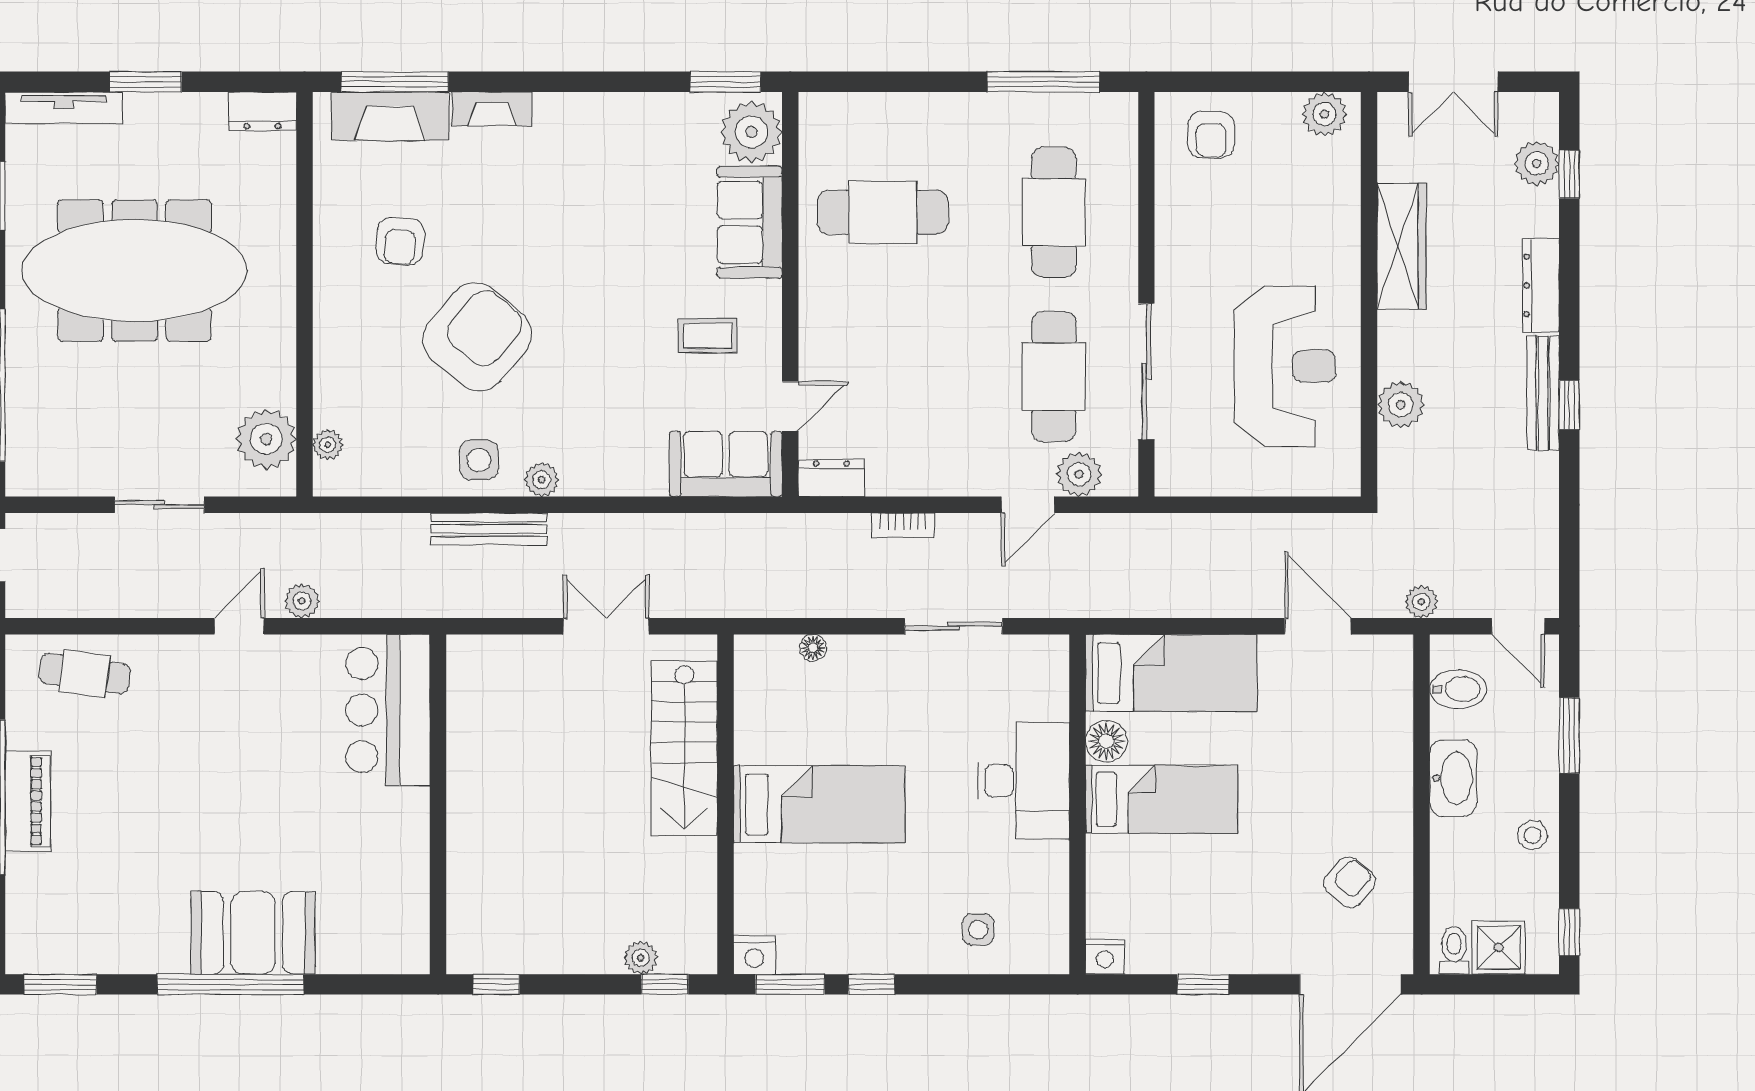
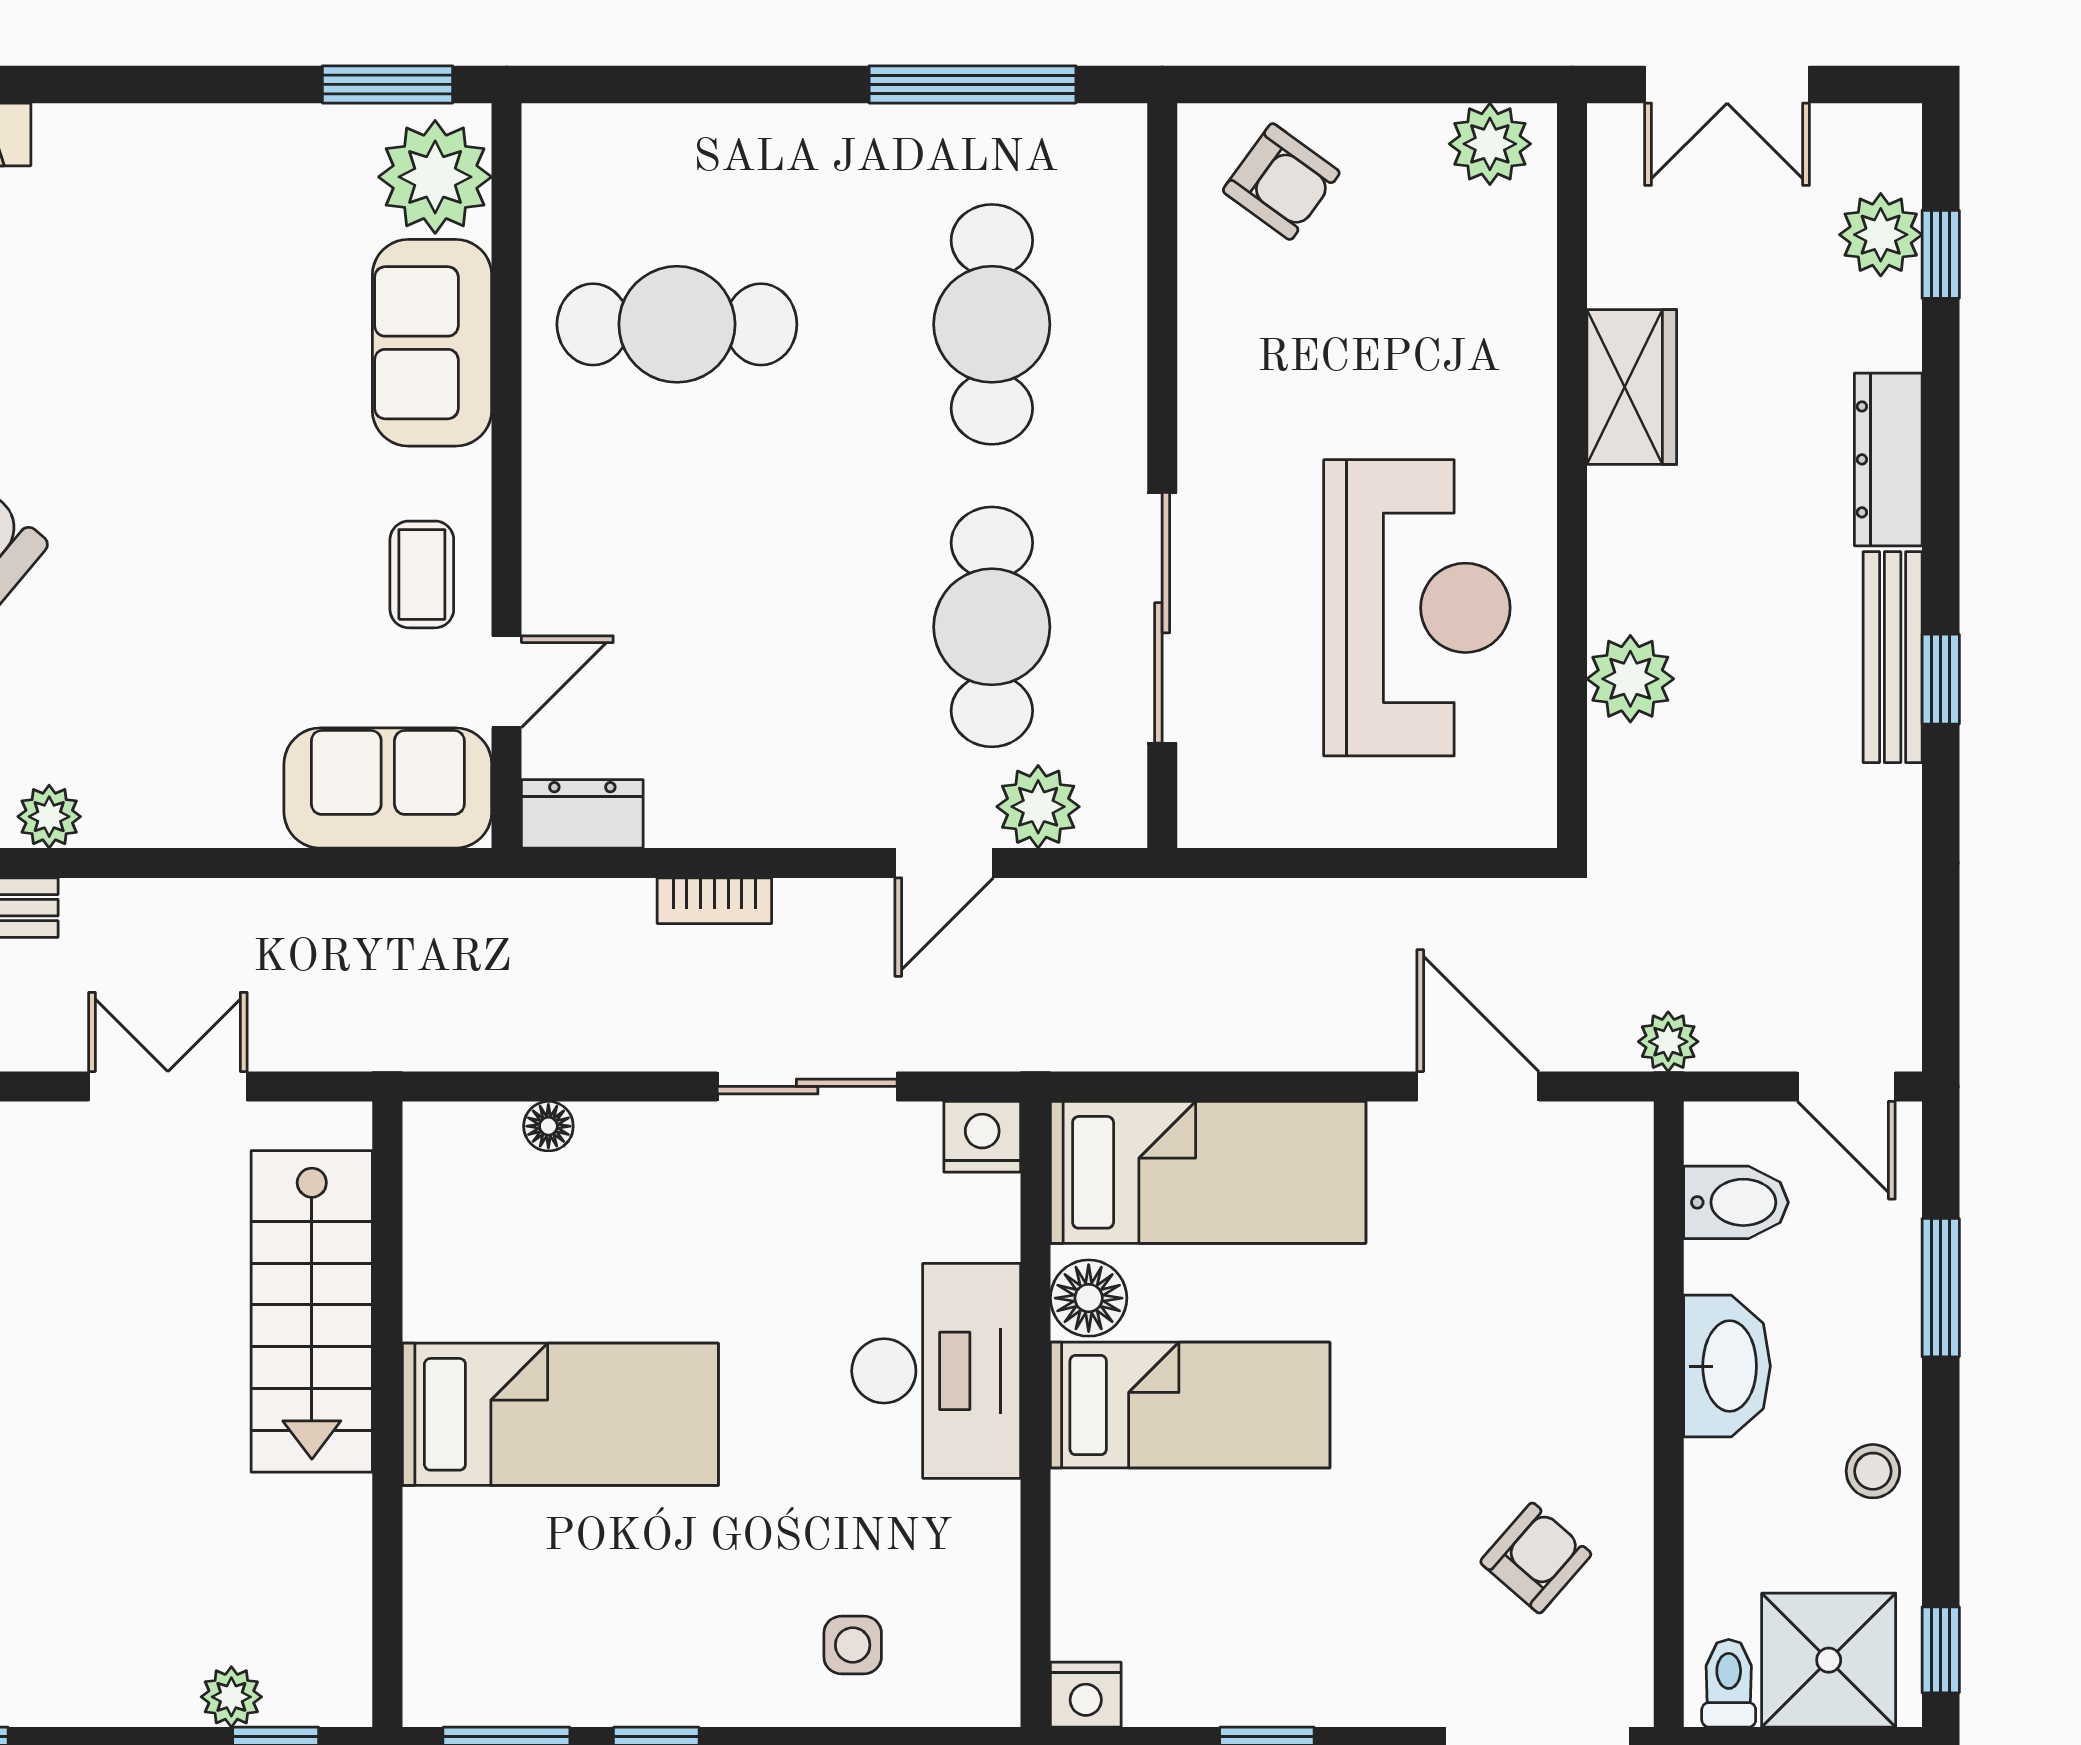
armchair: (1211, 135) -> (1281, 182), turned -54
wardrobe: (1401, 246) -> (1632, 387), width x0.67
coffee table: (708, 336) -> (422, 574), moved, turned 90
shower: (1499, 948) -> (1829, 1660), width x1.36, depth x1.36
nightstand: (754, 955) -> (982, 1137), moved, turned 180

